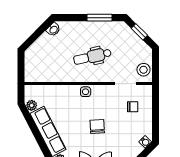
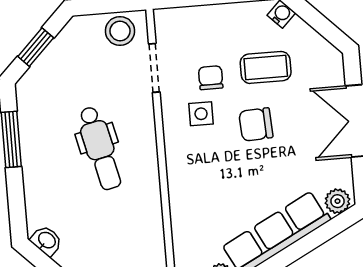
side table: (86, 92) -> (201, 114), moved
chair: (133, 107) -> (211, 78), moved
coffee table: (122, 133) -> (266, 67), added

